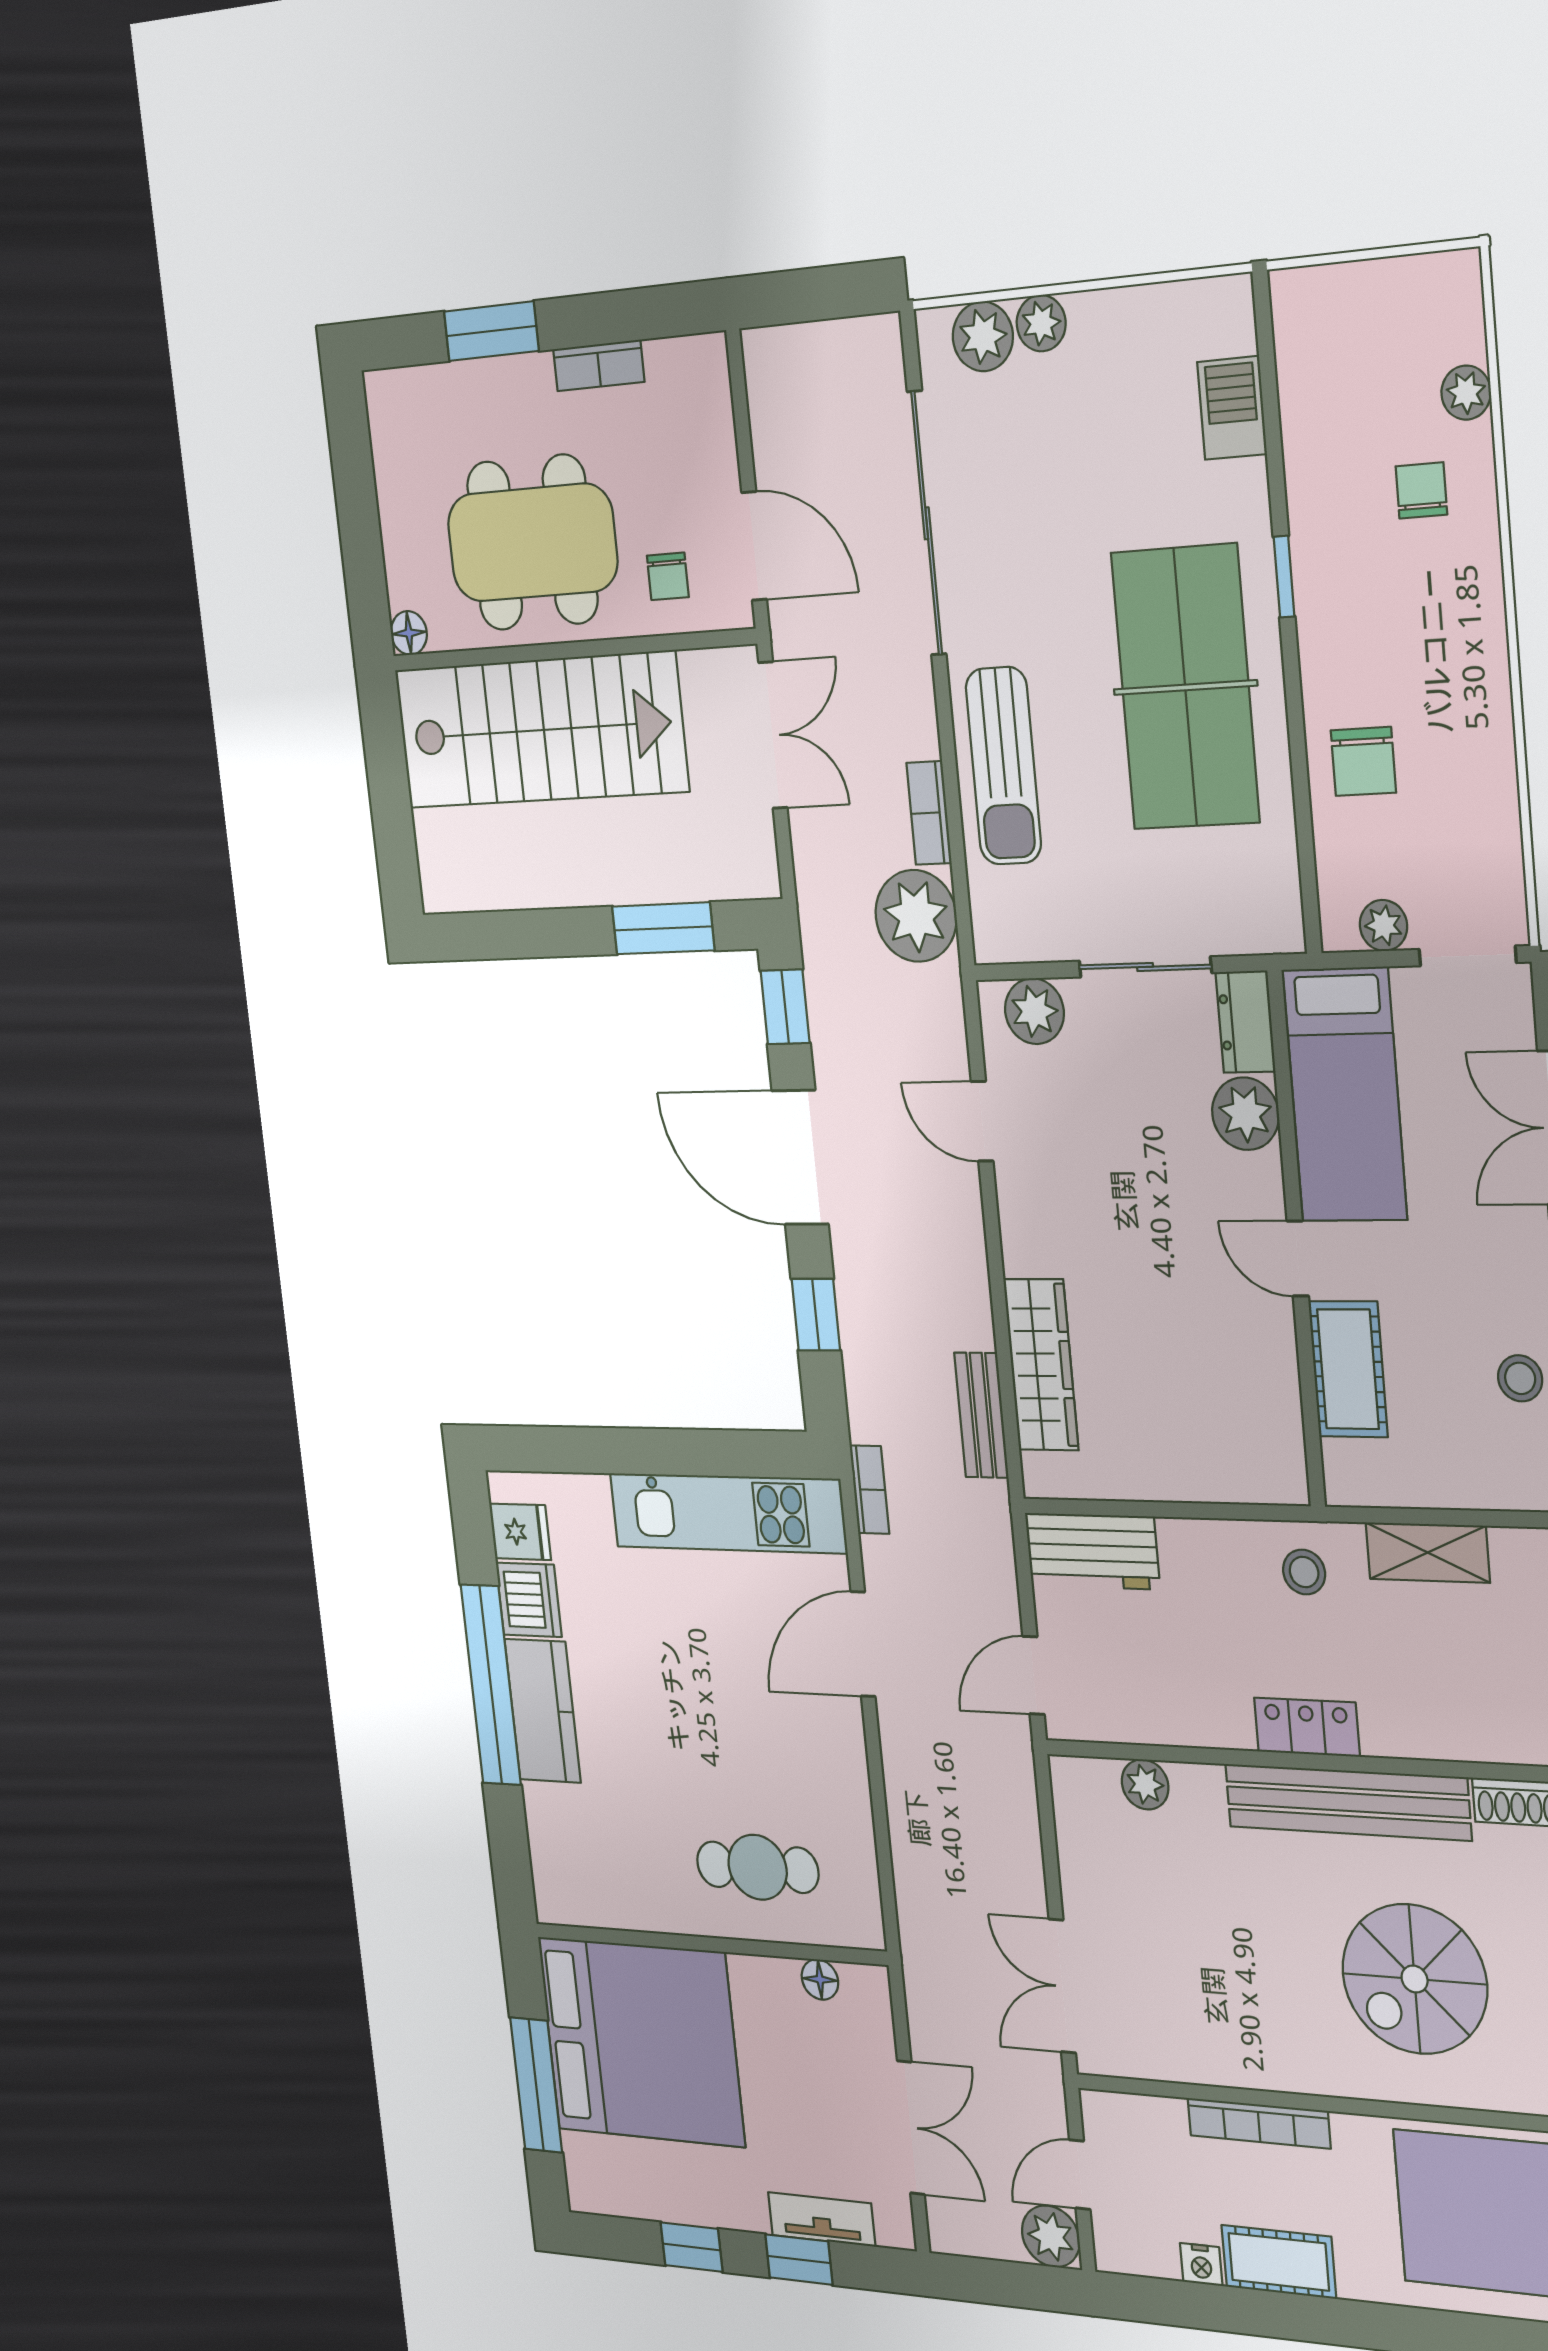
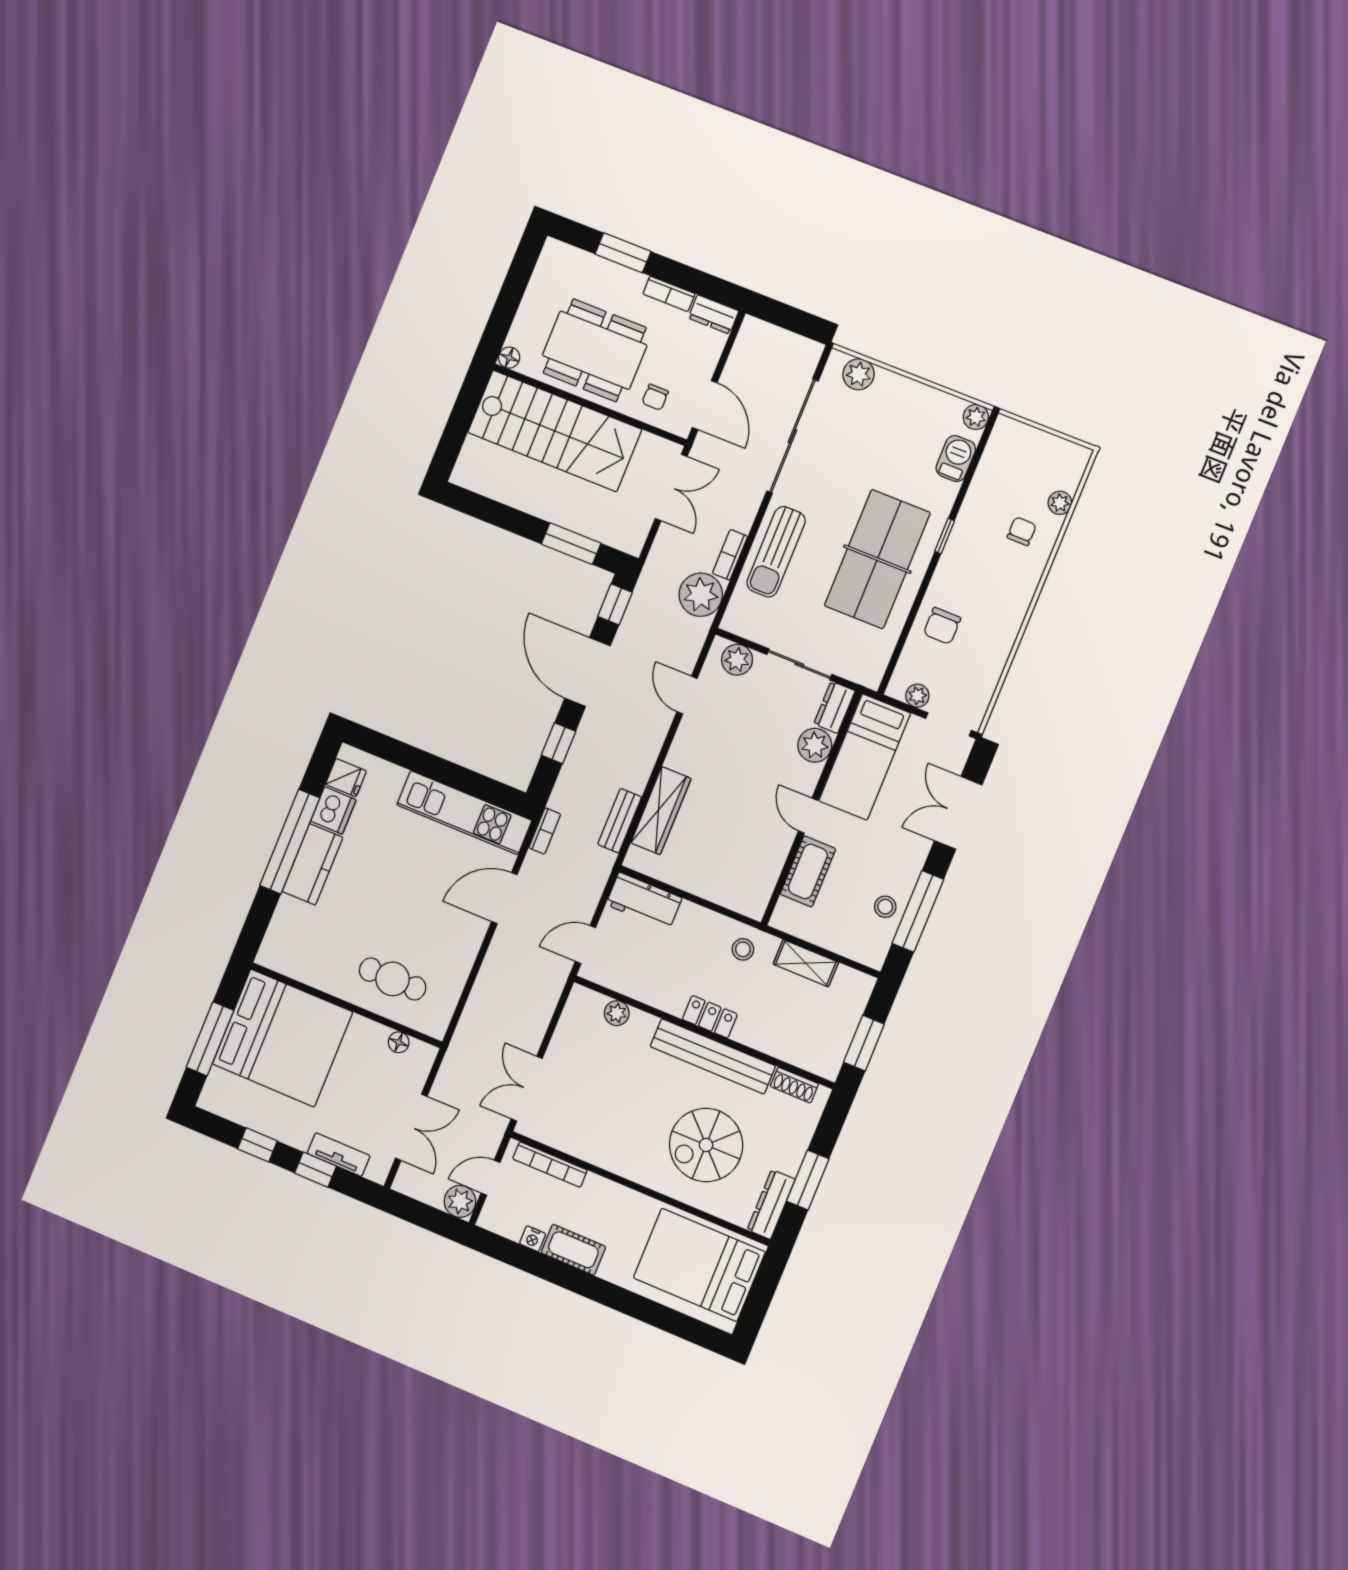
plant: (1041, 323) -> (976, 417), moved
dresser: (688, 362) -> (714, 314), added
bookcase: (1259, 2123) -> (550, 1164), moved

